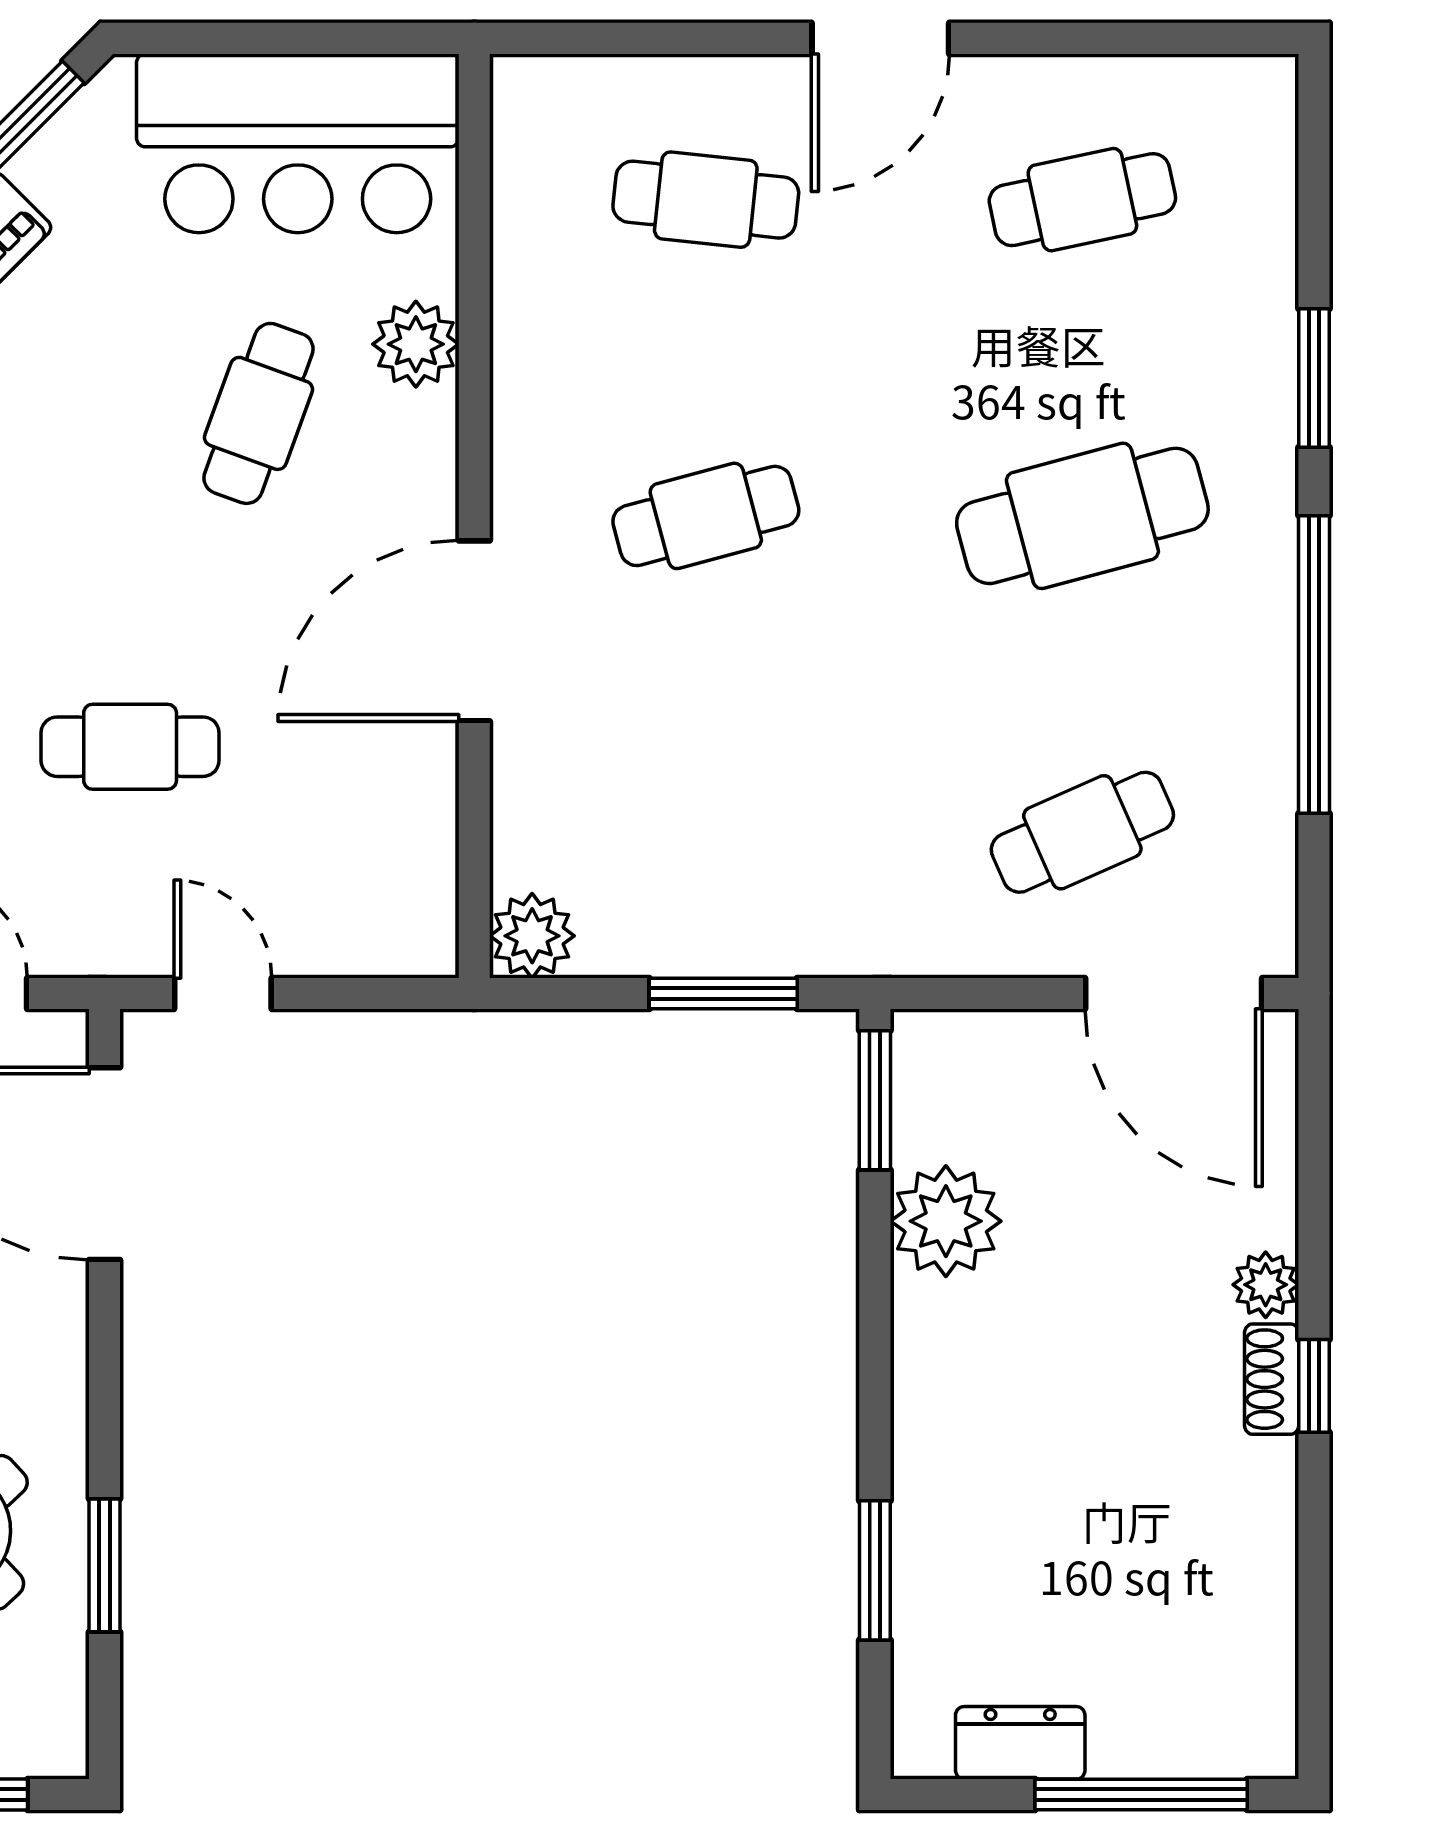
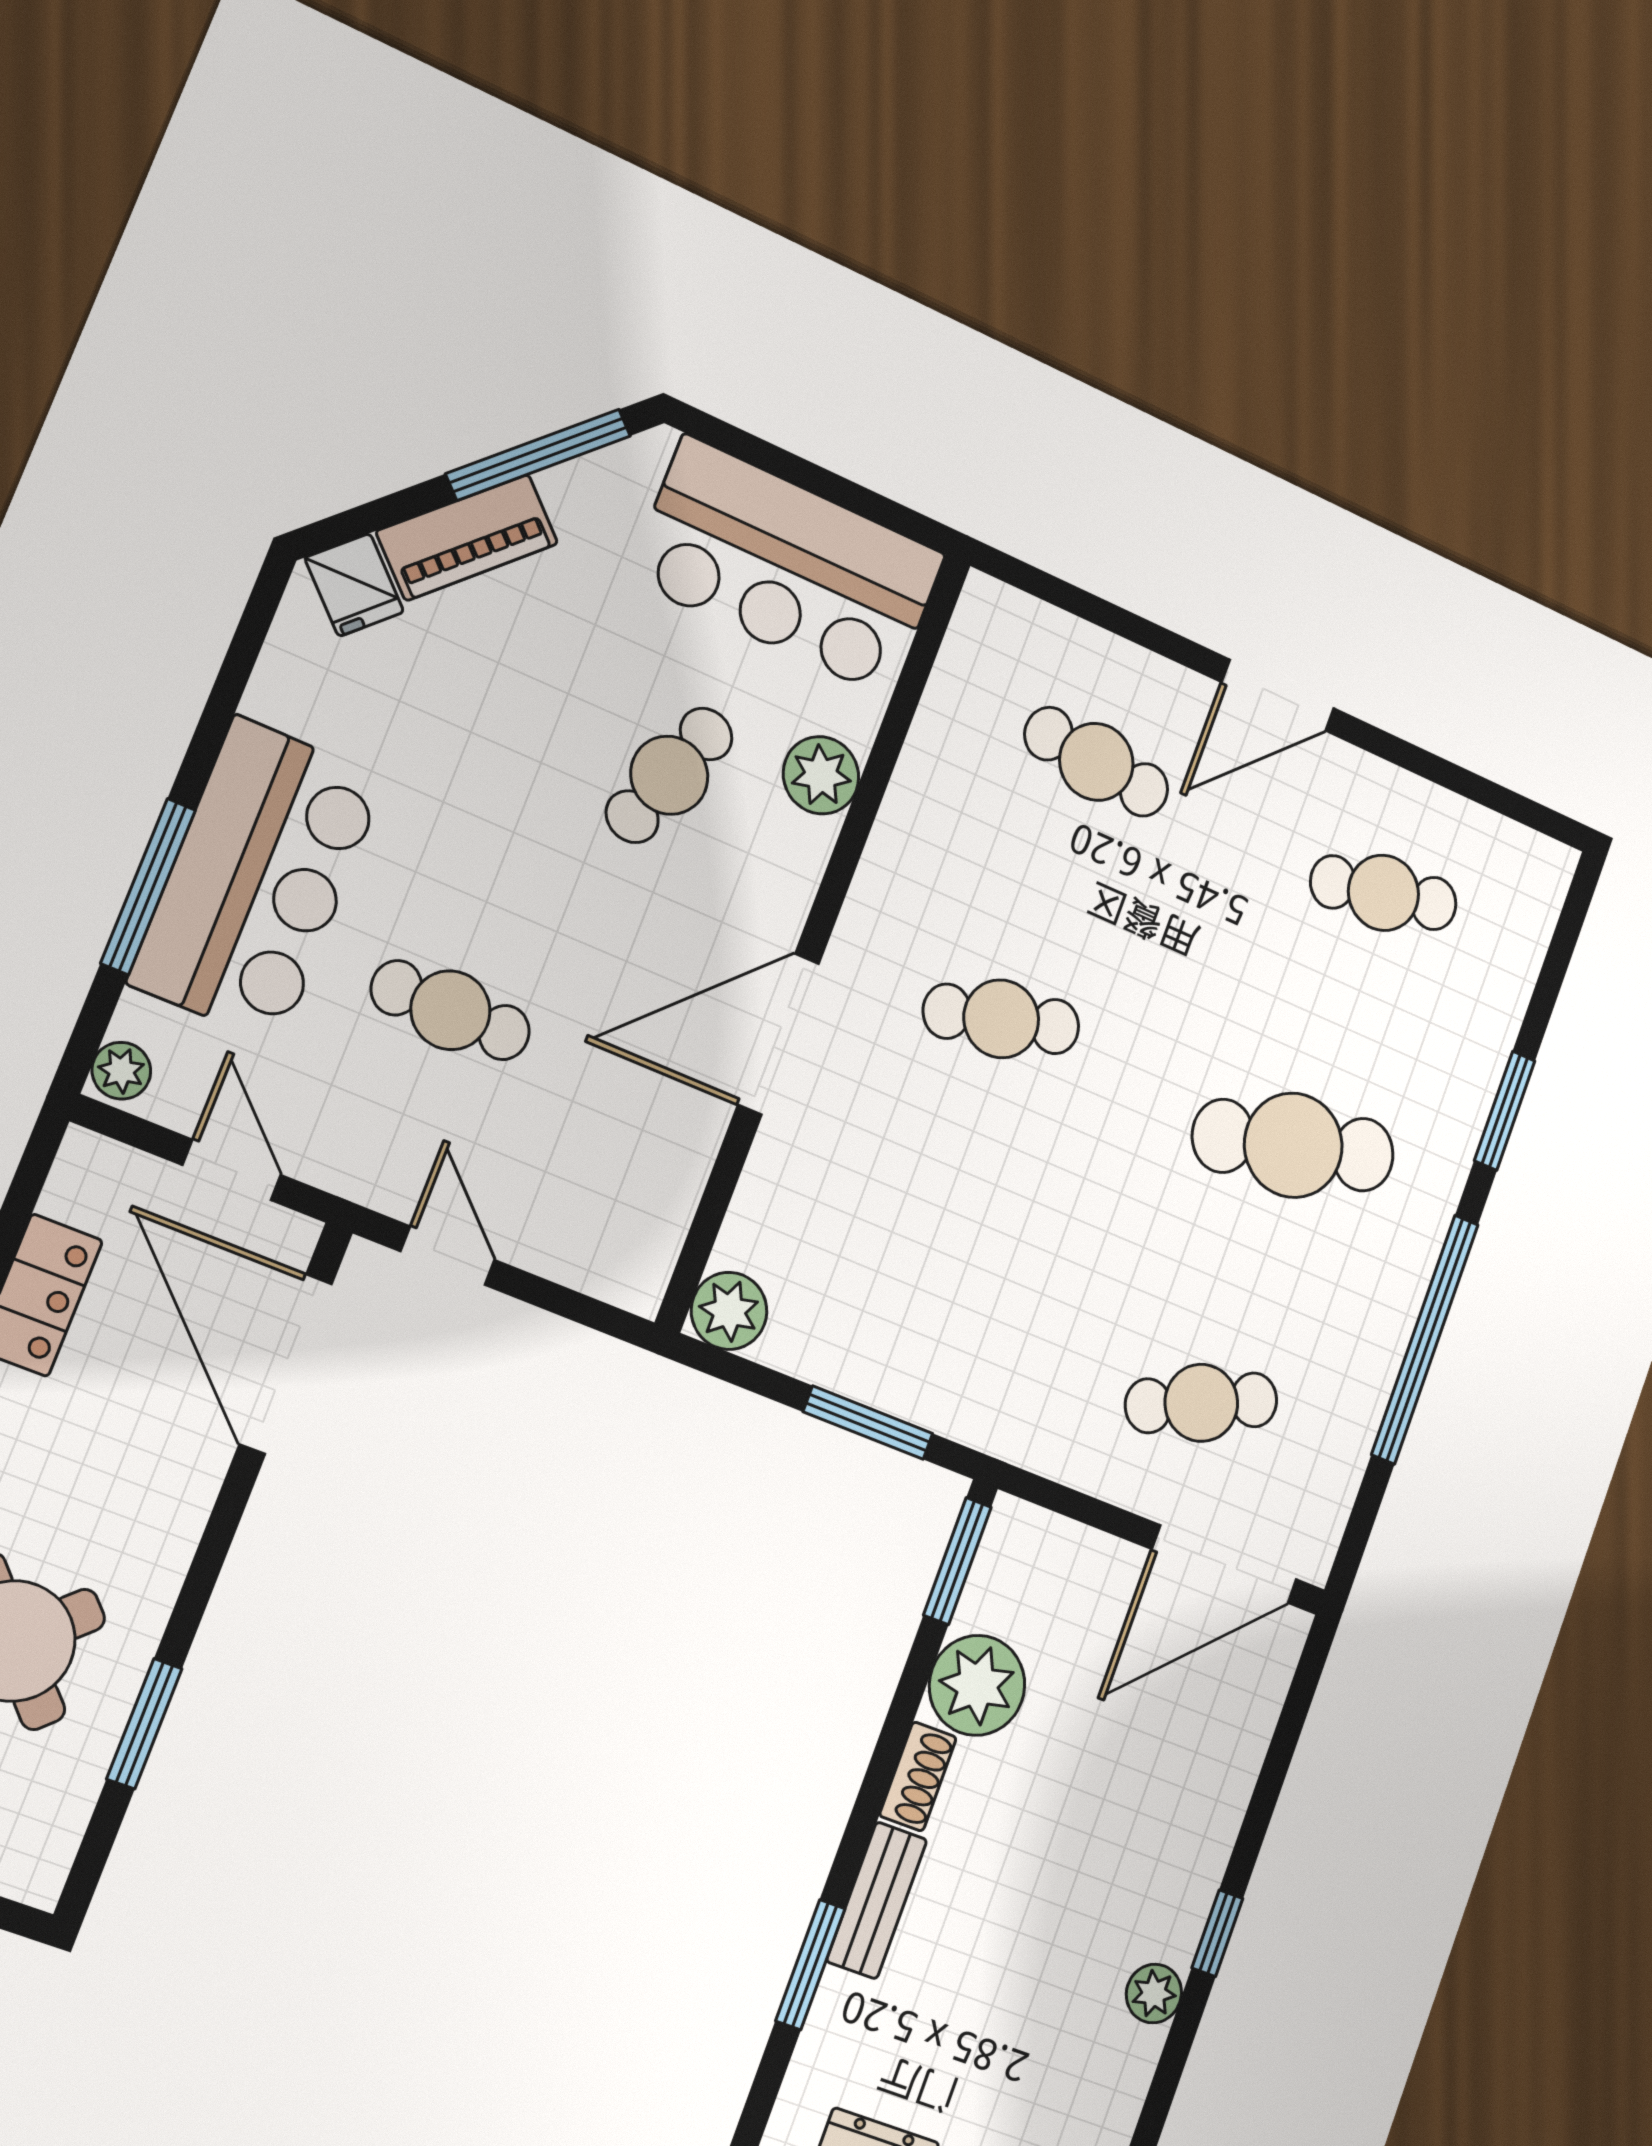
door: (1174, 993) -> (1224, 1564), hinge flipped
plant: (1266, 1285) -> (1154, 1994), moved
shoe rack: (1272, 1379) -> (918, 1776), moved, turned 180
bench: (921, 1481) -> (877, 1900), added

